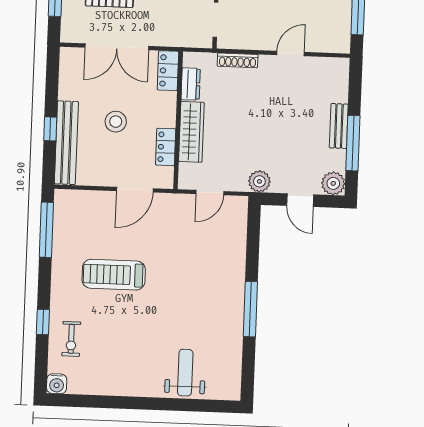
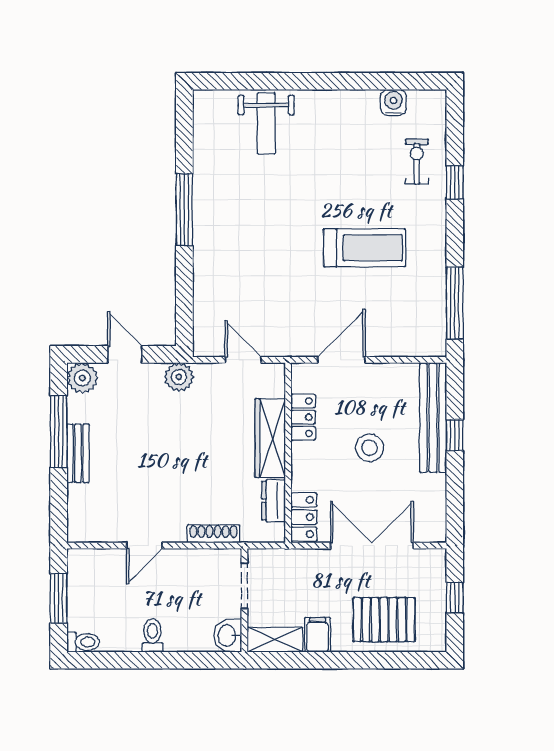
door: (210, 193) -> (243, 360), hinge flipped
water cooler: (57, 384) -> (393, 102), moved

